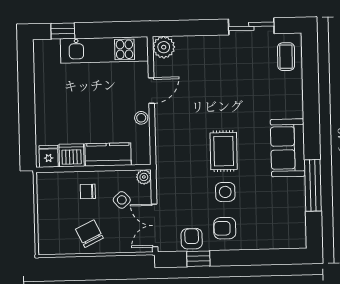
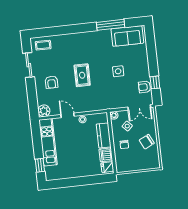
sofa: (288, 148) -> (127, 36), moved
rug: (224, 151) -> (82, 75), moved, turned 90
armchair: (225, 228) -> (51, 82), moved

